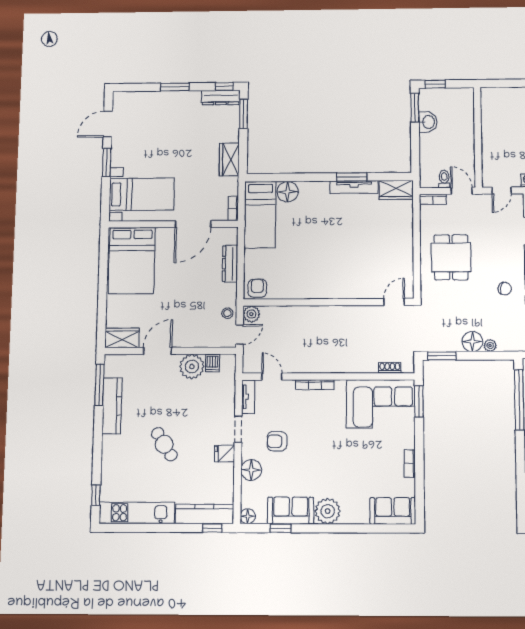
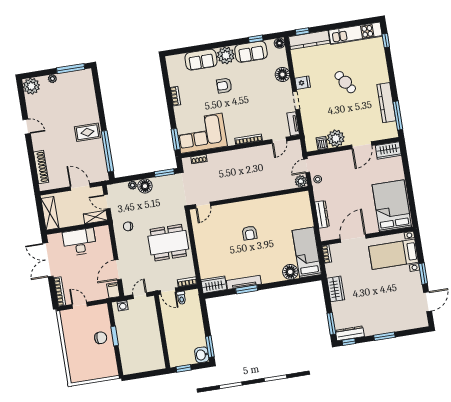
window: (435, 84) -> (184, 368), moved
washbasin: (428, 122) -> (202, 355), moved
dining table: (451, 257) -> (168, 243), width x1.38
armchair: (257, 288) -> (250, 233), moved
door: (272, 377) -> (279, 140), hinge flipped
armchair: (277, 441) -> (224, 86), moved, turned 180
sofa: (393, 511) -> (201, 60), moved

